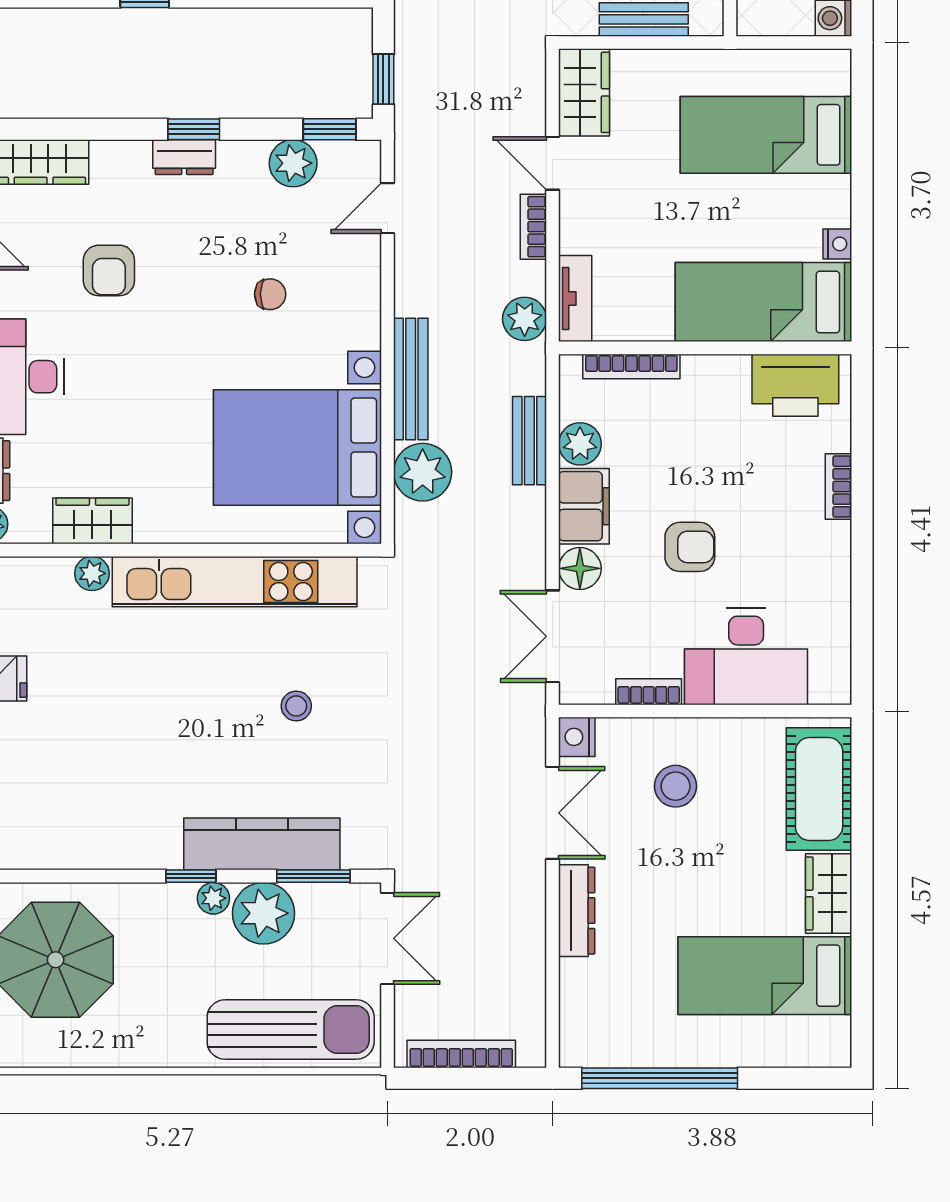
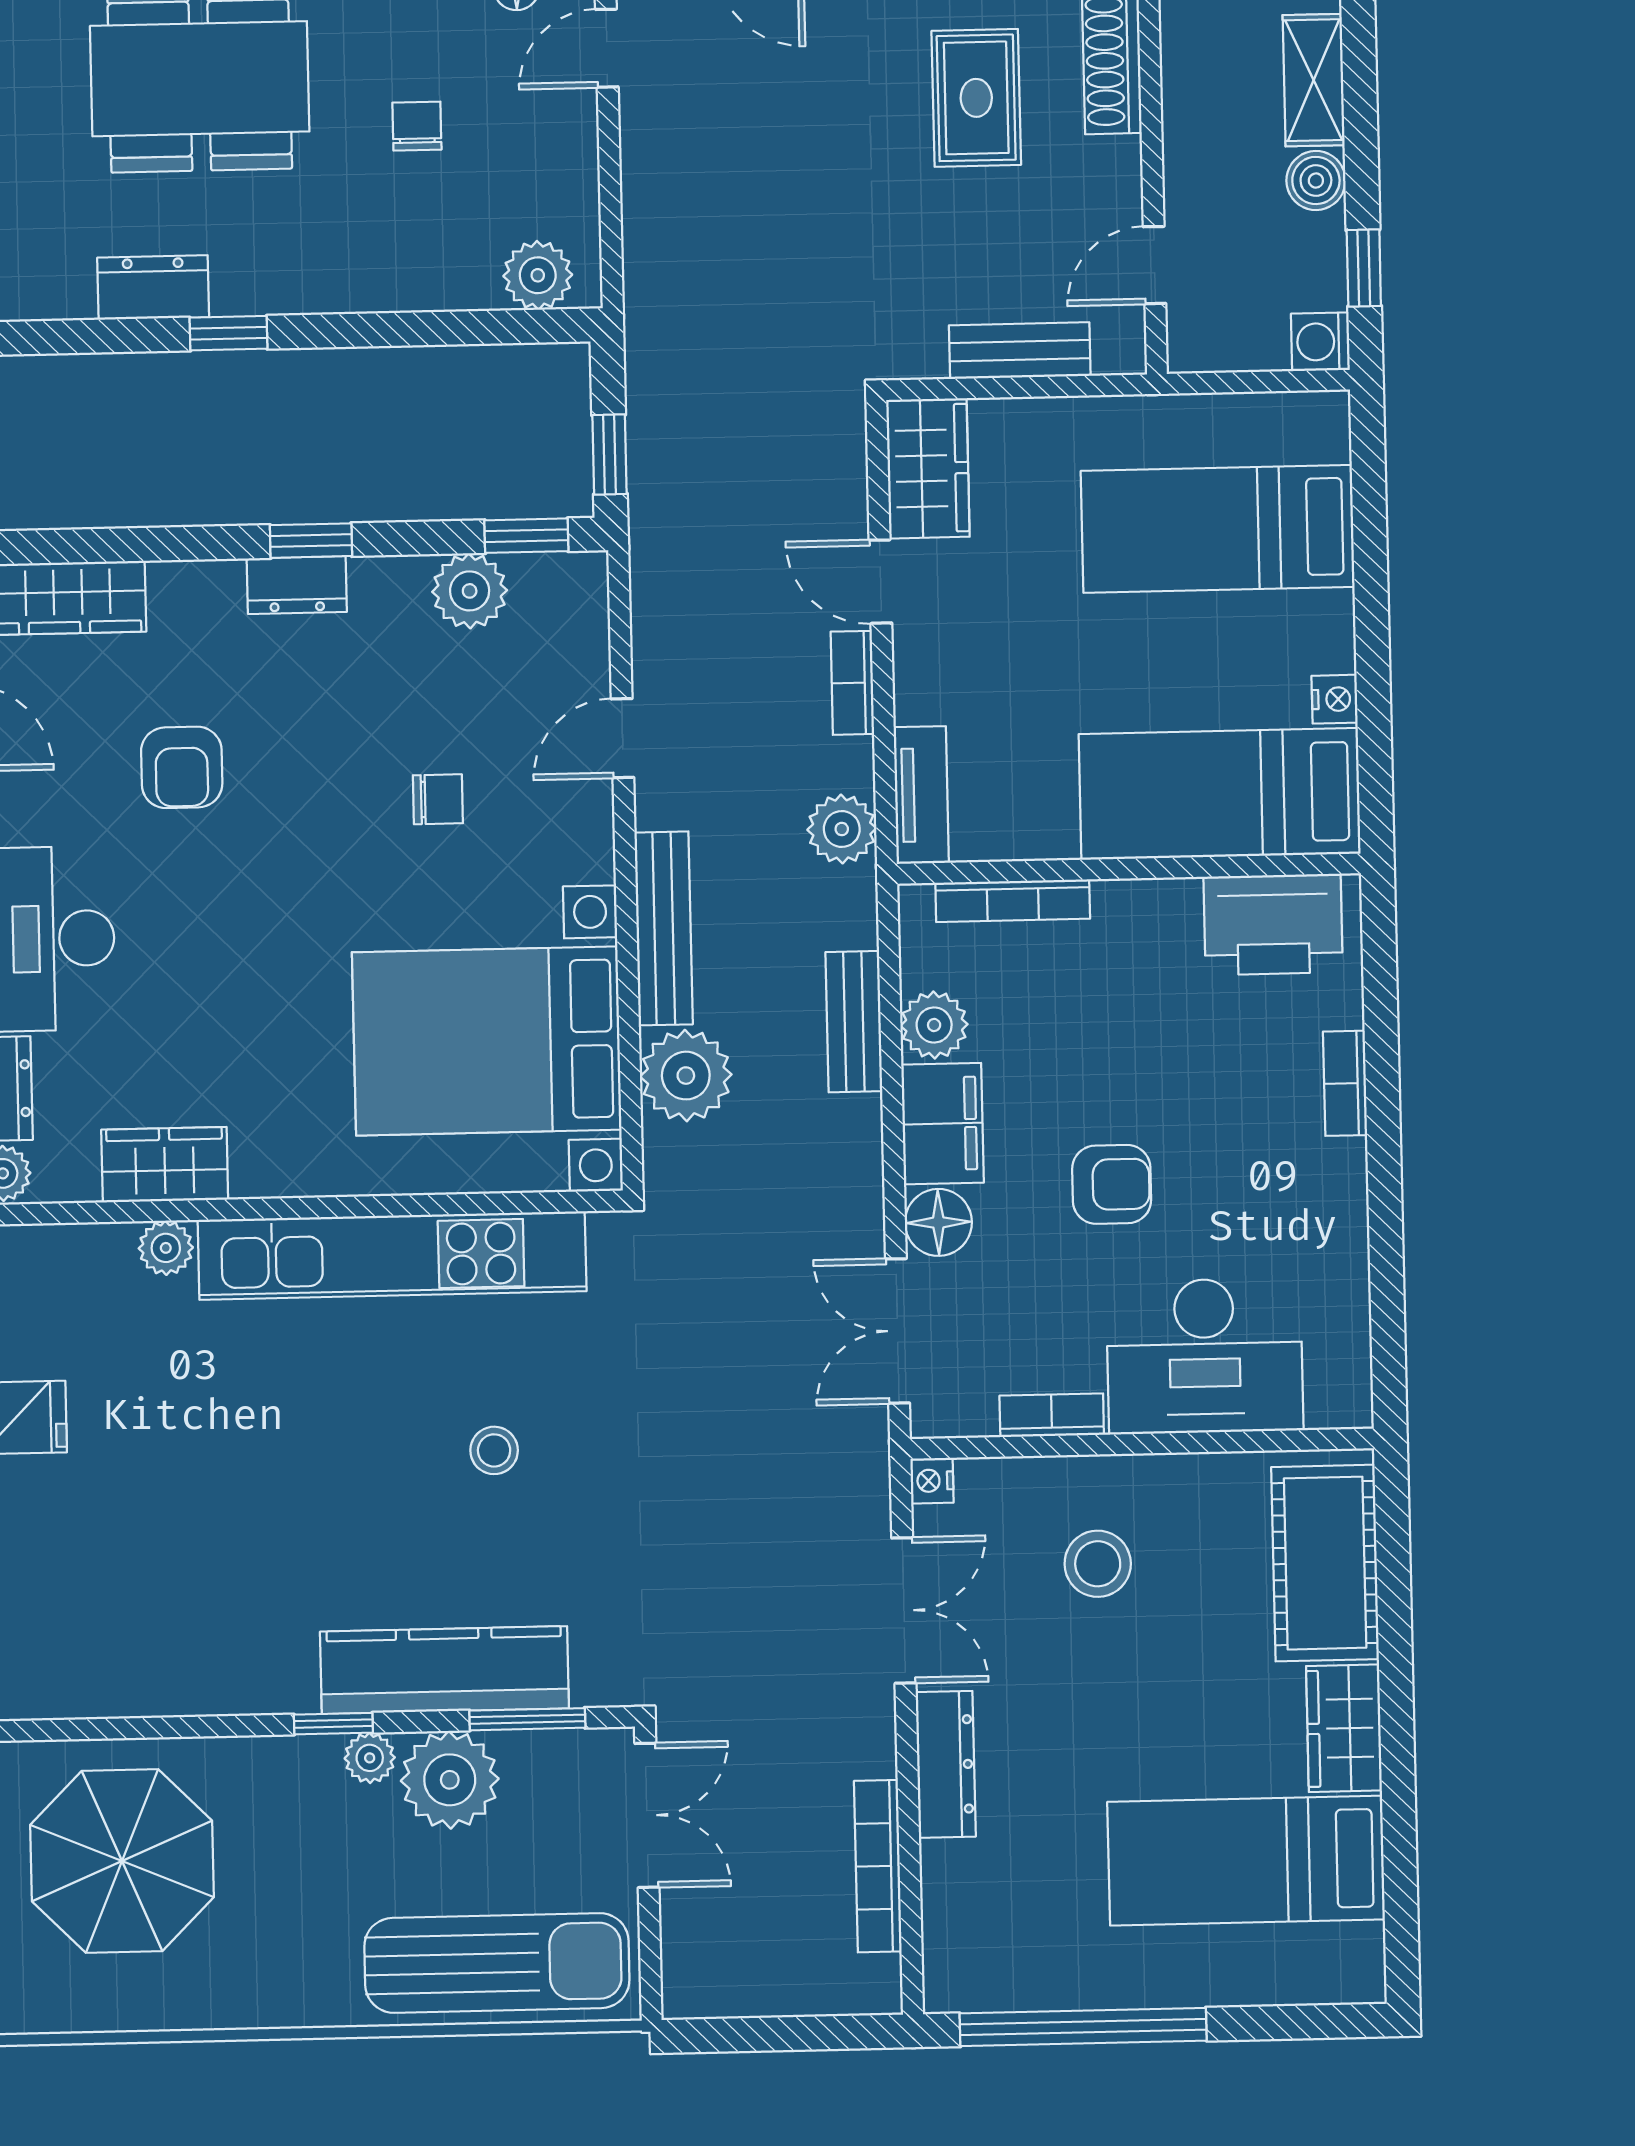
door: (387, 208) -> (622, 738), moved
nightstand: (577, 737) -> (932, 1481), width x0.72, depth x0.74
bookcase: (461, 1054) -> (878, 1866), moved, turned -90

